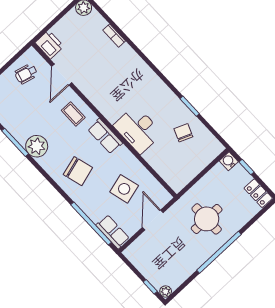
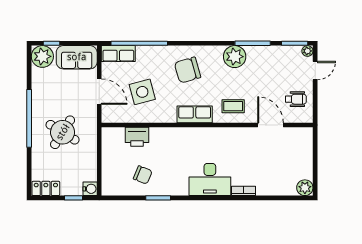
bookcase: (114, 36) -> (244, 191), moved
printer: (49, 44) -> (137, 137), moved
wheelchair: (26, 74) -> (296, 99), turned 75
desk: (138, 130) -> (210, 180), moved, turned 180
round table: (207, 219) -> (63, 132), turned 32
sofa: (143, 259) -> (77, 57), added
plant: (166, 291) -> (42, 56), width x1.88, depth x1.88

